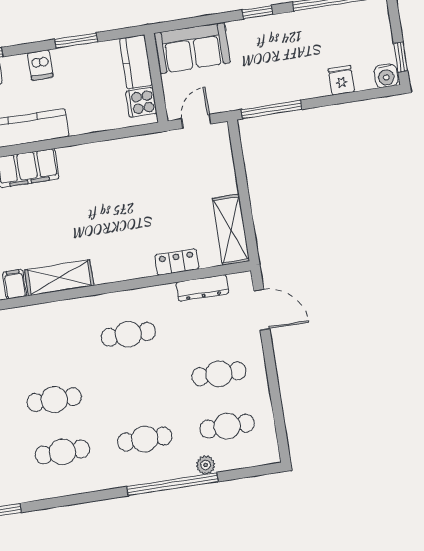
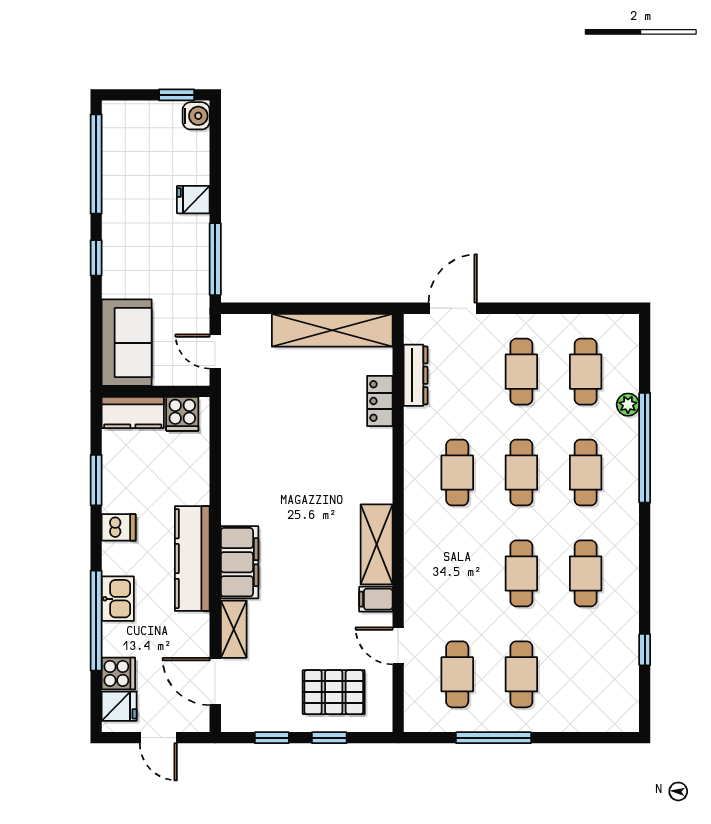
fridge: (341, 80) -> (193, 200), moved
shelving: (231, 230) -> (332, 330), width x1.47
cafe table: (137, 387) -> (521, 473), added

